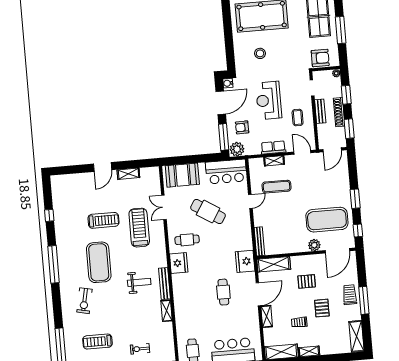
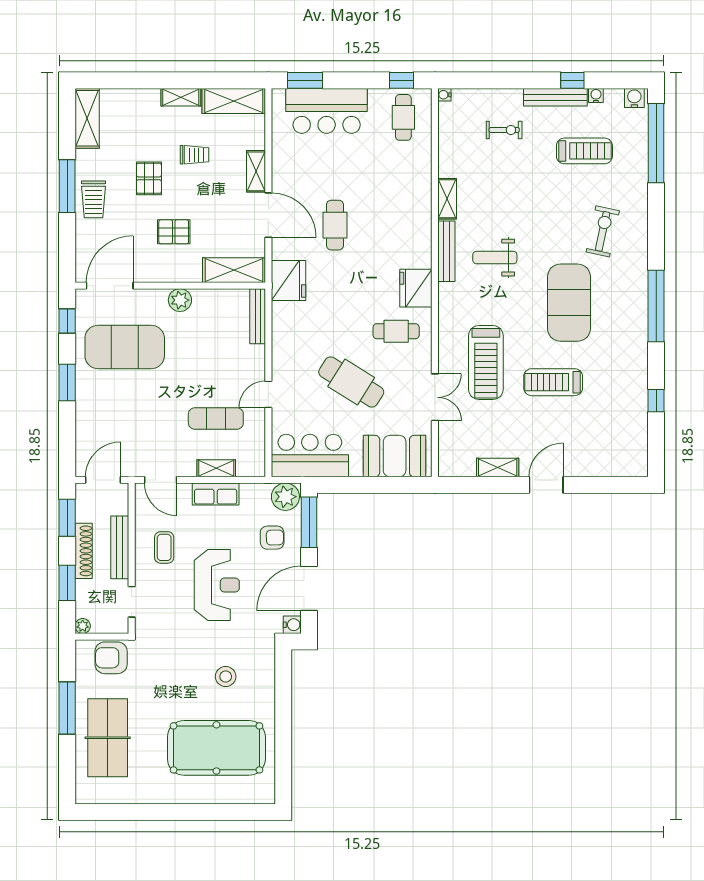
bench: (320, 111) -> (120, 547), width x1.36
plant: (314, 245) -> (180, 300), moved
door: (258, 294) -> (268, 215), swing flipped

